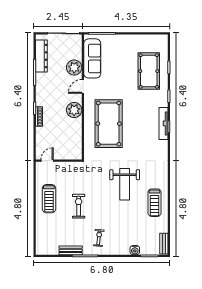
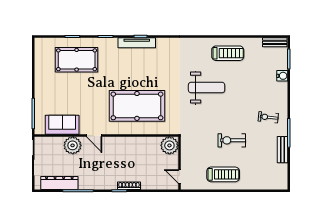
sofa: (92, 58) -> (62, 125), width x0.73
plant: (74, 110) -> (169, 145), moved

